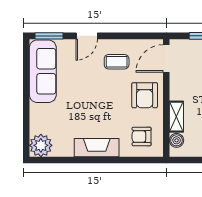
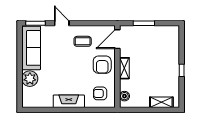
door: (87, 36) -> (62, 23), swing flipped
shelving: (176, 117) -> (124, 68), moved
plant: (41, 145) -> (30, 79), moved

